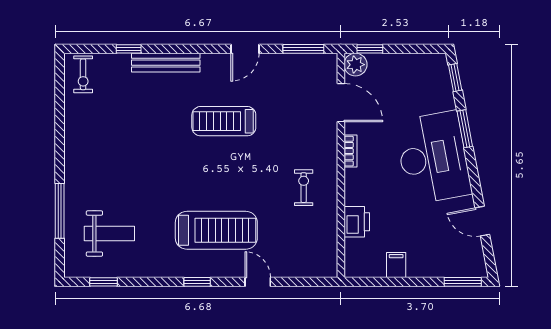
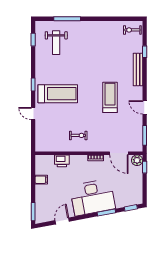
door: (341, 103) -> (119, 153), hinge flipped
treadmill: (216, 230) -> (58, 94), turned -90
door: (258, 282) -> (33, 114), swing flipped

